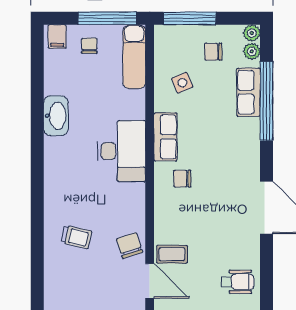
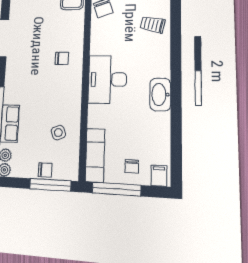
chair: (213, 52) -> (45, 170), moved
washbasin: (56, 116) -> (160, 95), moved
row of seats: (166, 137) -> (73, 90), removed
trolley: (76, 237) -> (152, 24), moved

